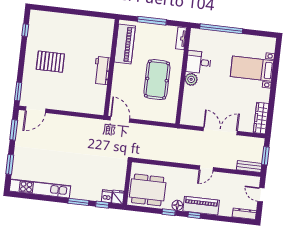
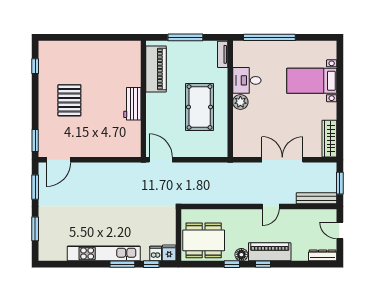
pallet: (50, 62) -> (69, 100), turned 90
bench: (249, 167) -> (317, 198), width x1.36
kitchen unit: (40, 188) -> (104, 253), moved

